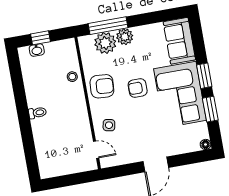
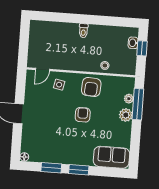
plant: (105, 43) -> (129, 99), width x0.53, depth x0.53
corner sofa: (180, 95) -> (69, 147), removed

